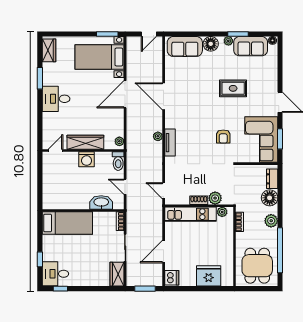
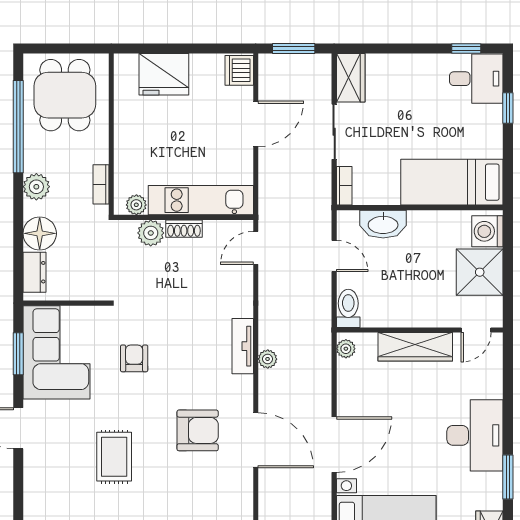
rug: (233, 88) -> (114, 457), turned 90
desk: (56, 99) -> (475, 435), width x1.37
armchair: (192, 101) -> (198, 430), added
washing machine: (87, 159) -> (487, 231), moved, turned -90
shower: (54, 179) -> (480, 272), added
door: (164, 191) -> (256, 248), swing flipped

